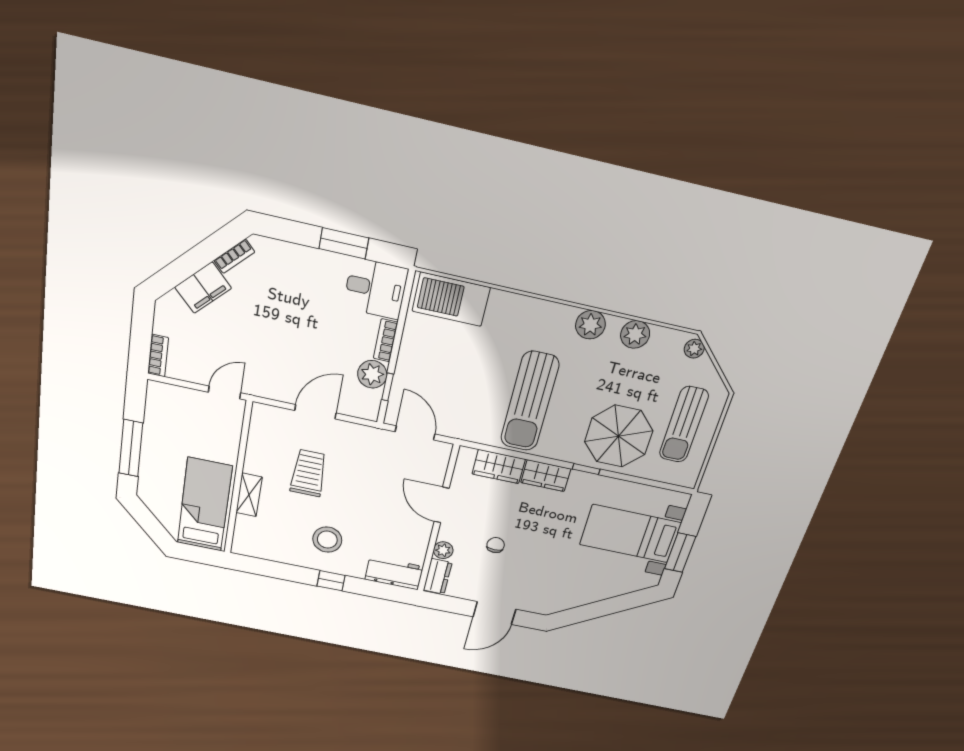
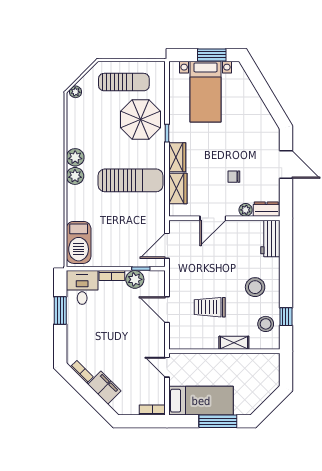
plant: (635, 334) -> (75, 176), moved
bed: (205, 505) -> (201, 401), moved, turned 180
stool: (270, 542) -> (266, 324), added
window: (331, 581) -> (286, 317), moved

